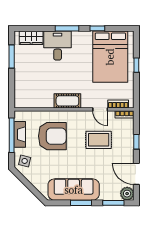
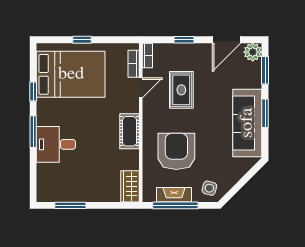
wardrobe: (31, 38) -> (130, 186), moved, turned 180

